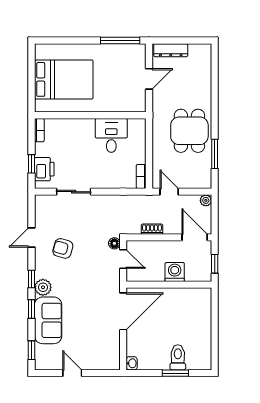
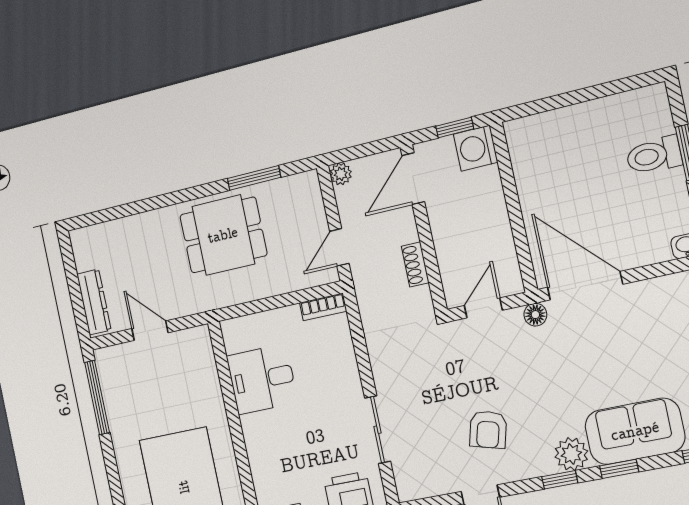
floor lamp: (114, 243) -> (535, 315), moved
washing machine: (175, 272) -> (476, 148), moved

